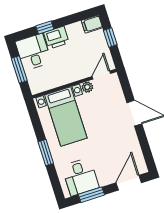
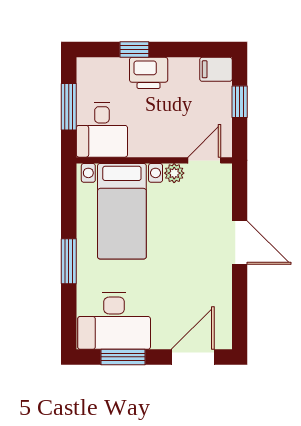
desk: (33, 52) -> (102, 130), moved, turned 180
desk: (80, 177) -> (114, 321), width x1.37

